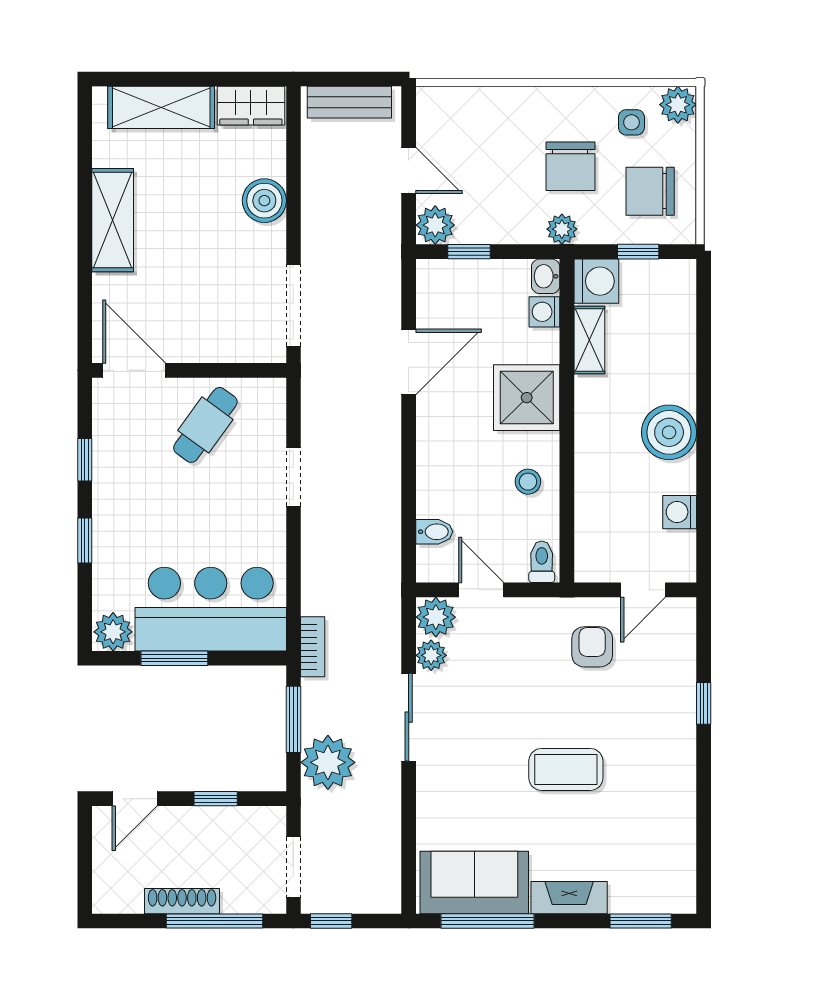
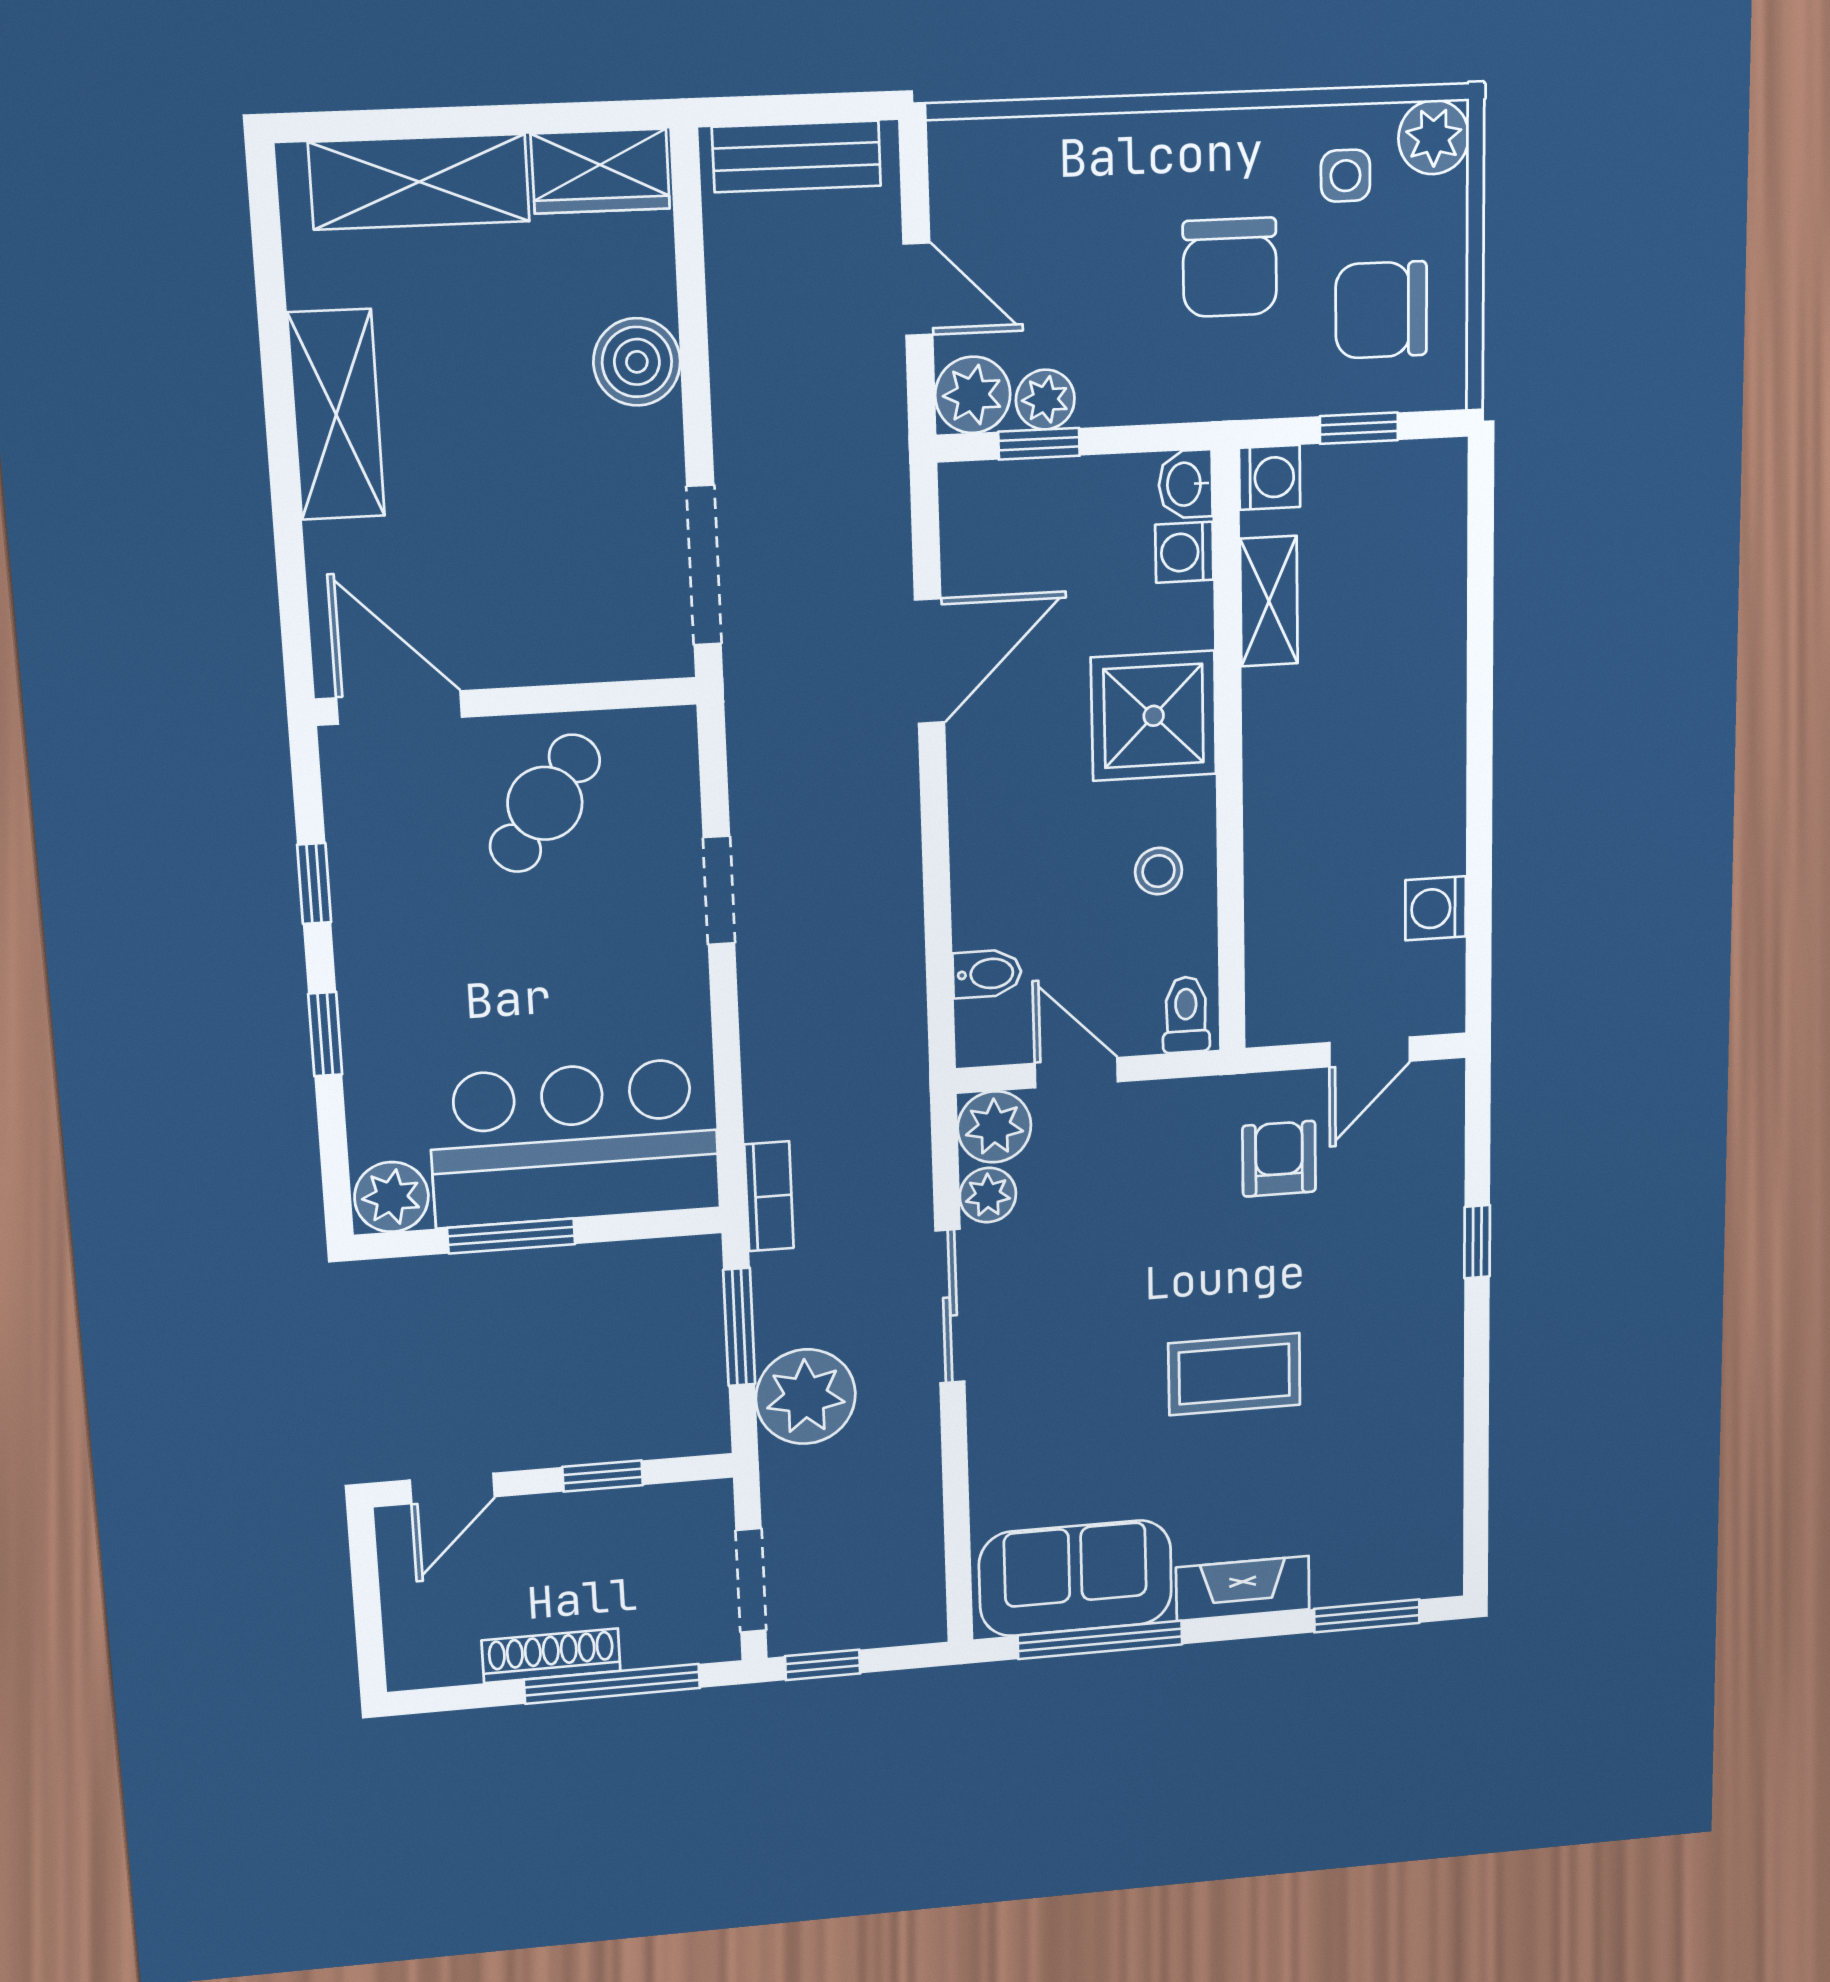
plant: (562, 229) -> (1045, 400), moved
washing machine: (596, 281) -> (1270, 477), width x0.73, depth x0.73
boiler: (669, 432) -> (1416, 765), removed

